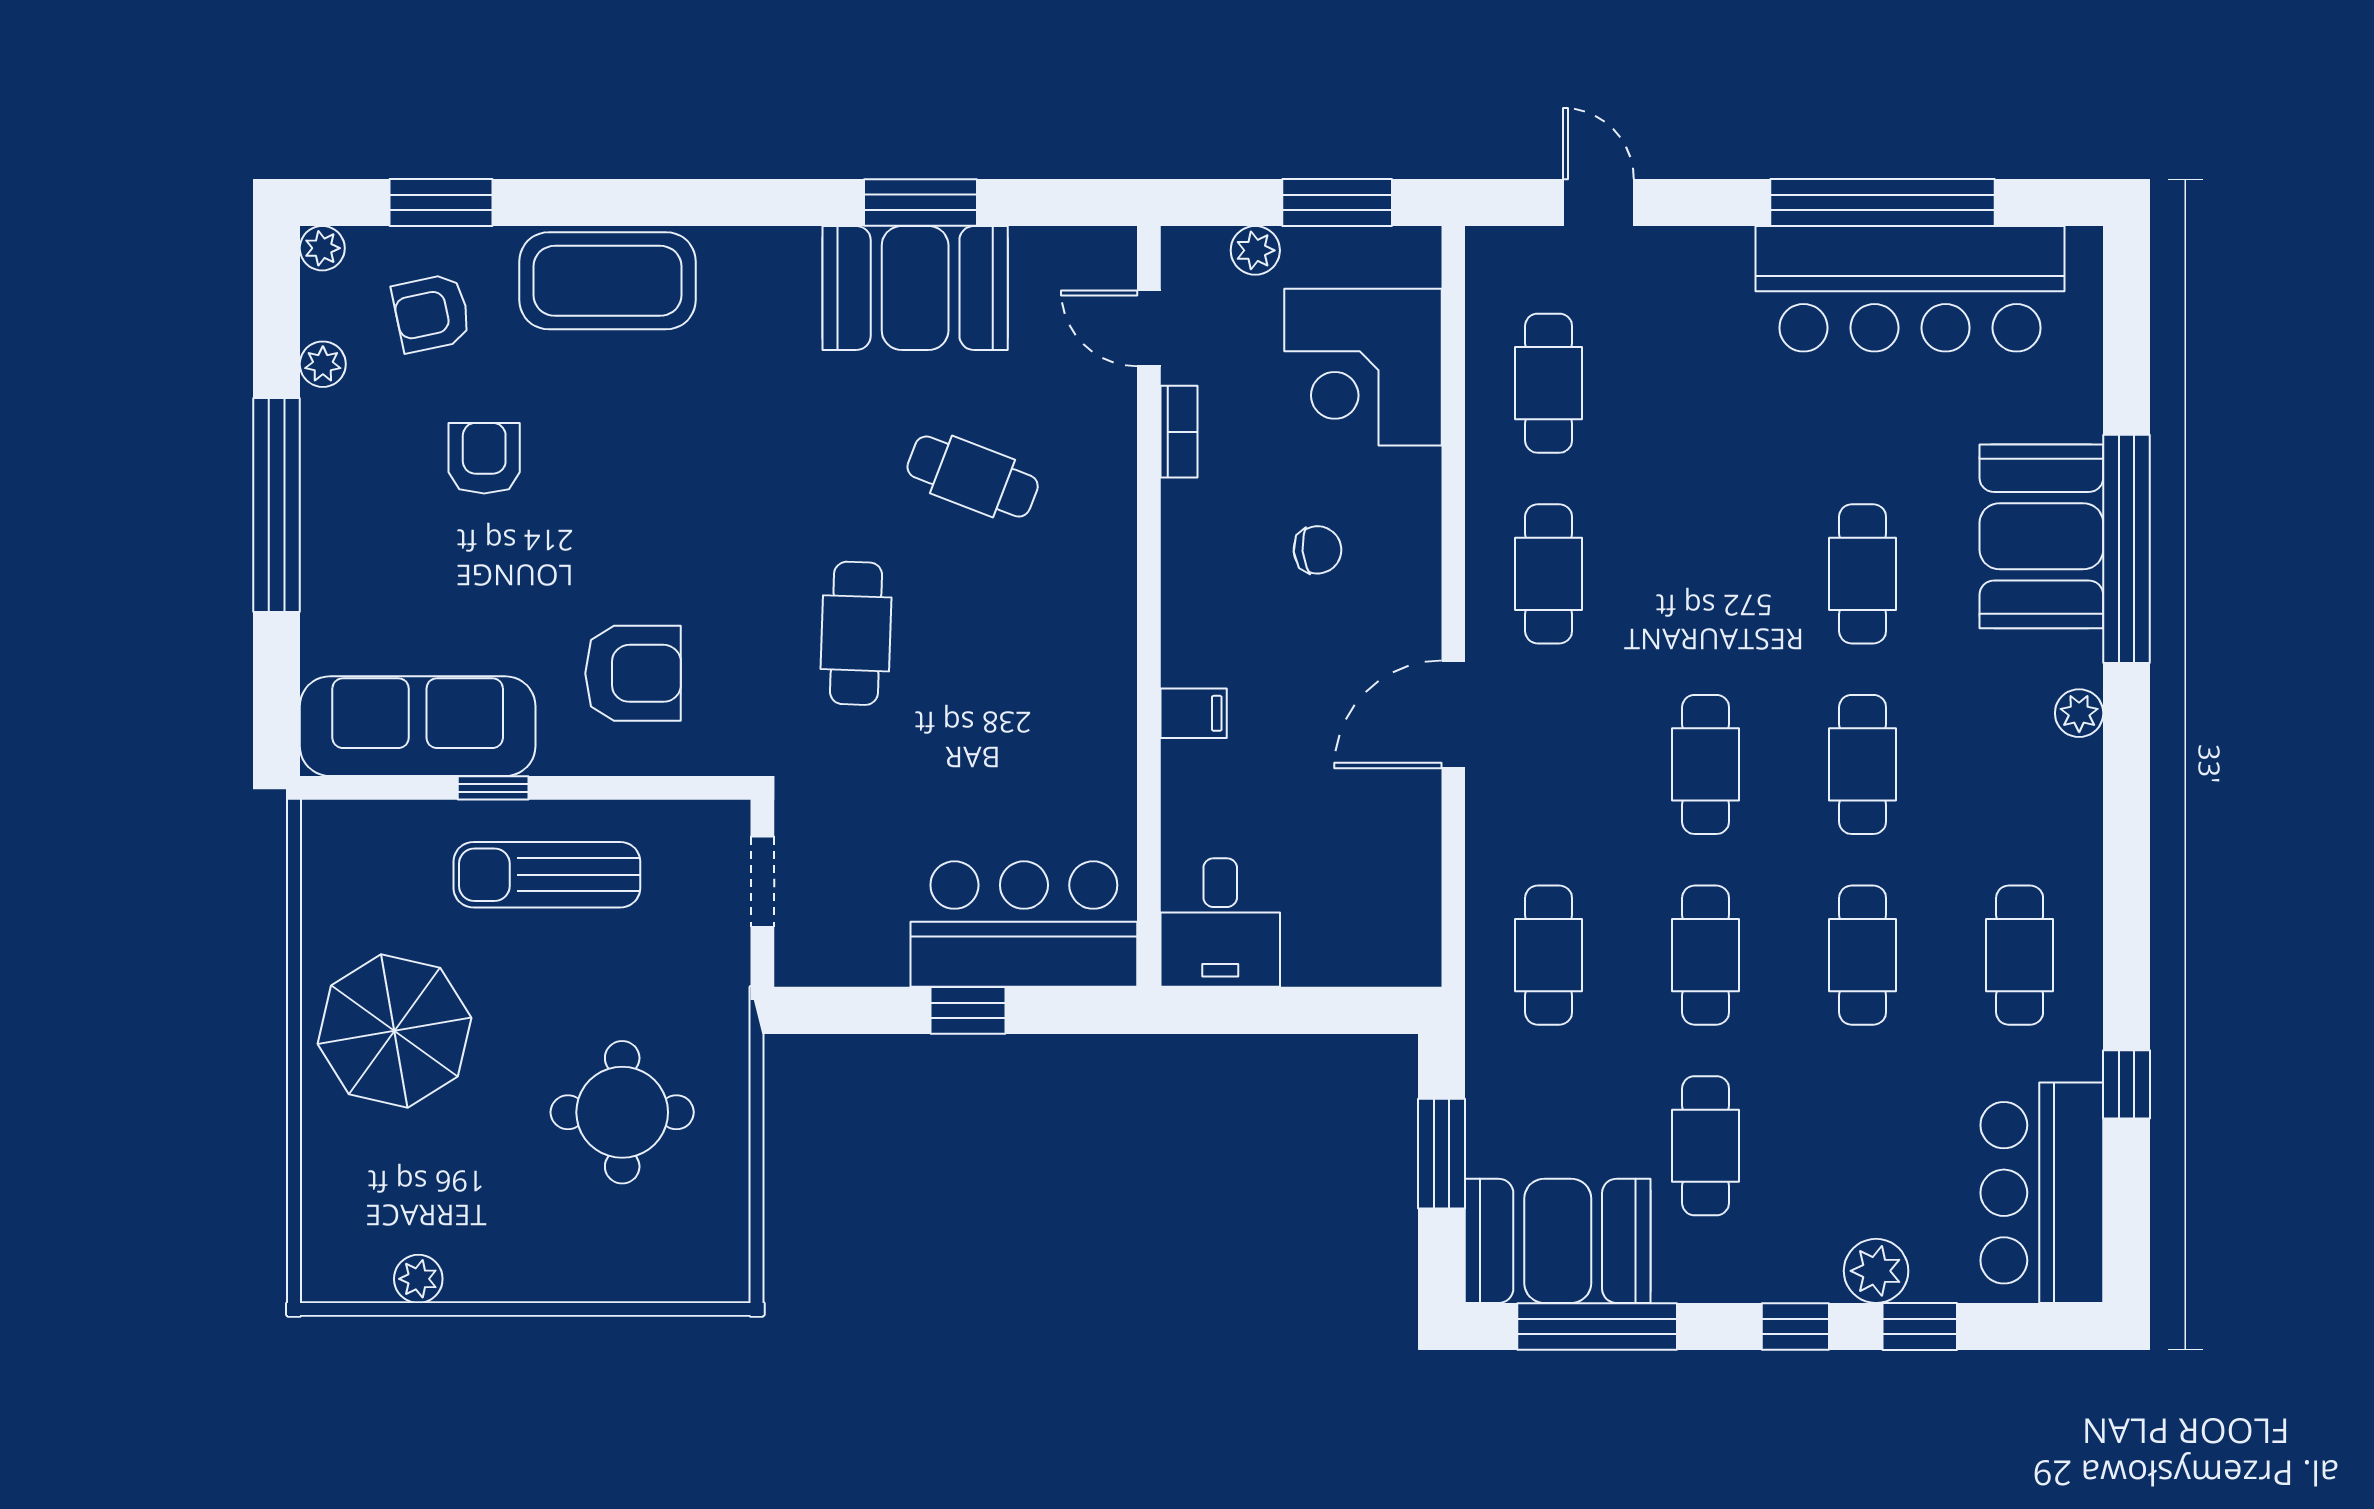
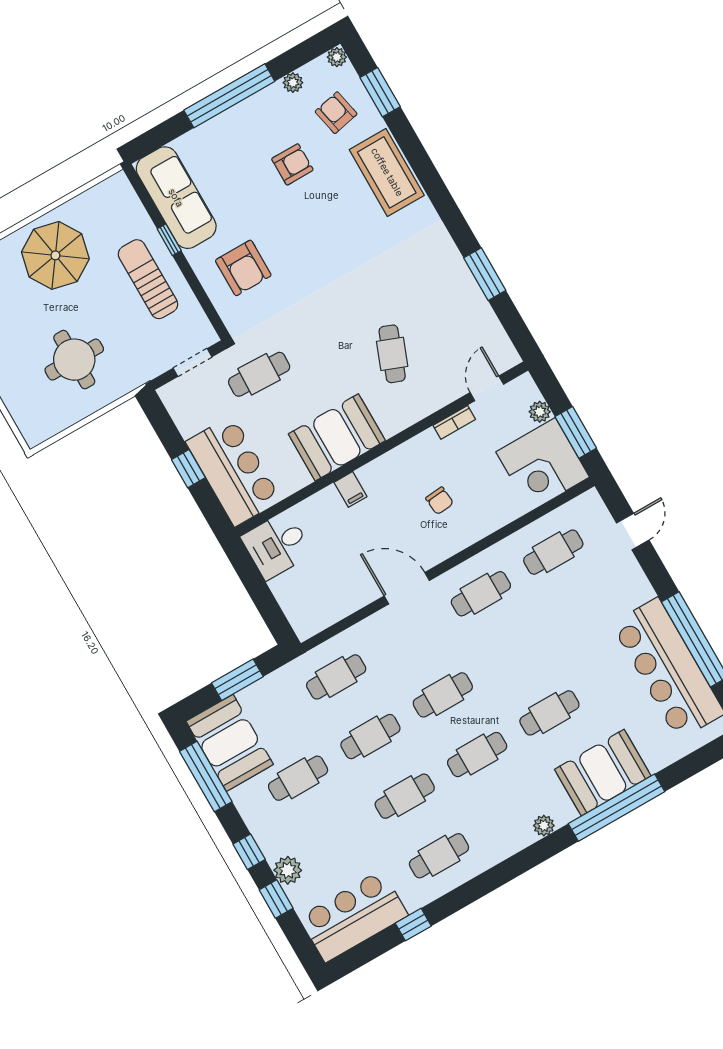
booth: (915, 288) -> (337, 437), moved, turned 90
corner desk: (1363, 367) -> (543, 464), moved, turned -90
cafe table: (856, 633) -> (259, 374), moved

